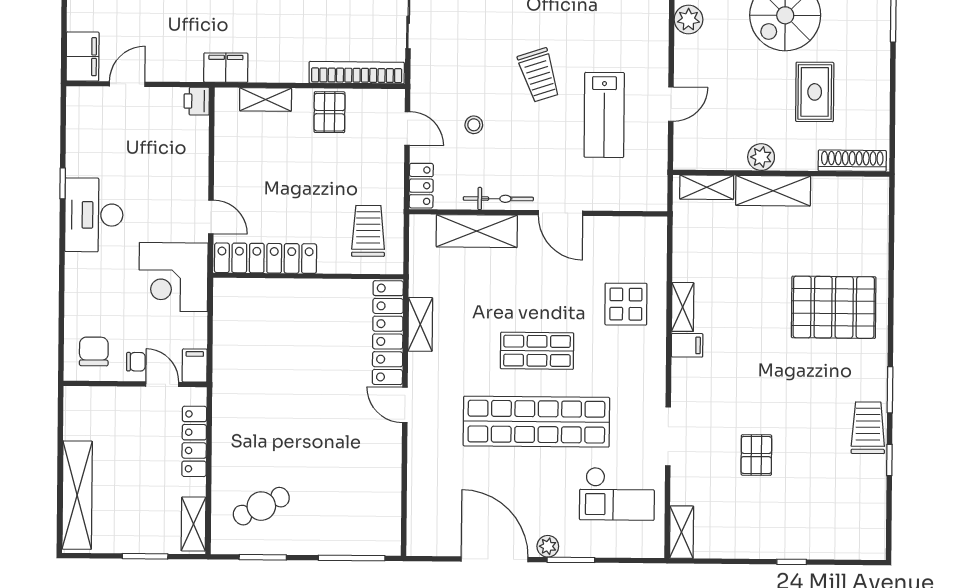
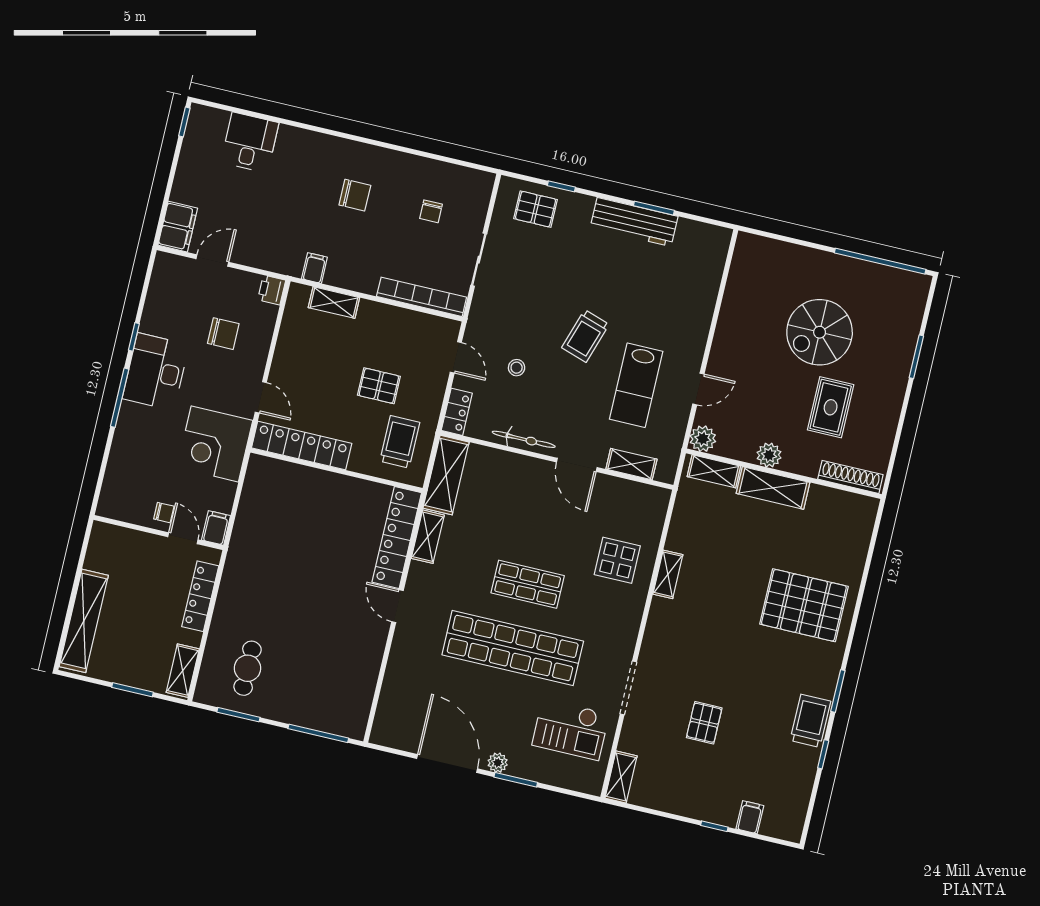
plant: (688, 20) -> (703, 439), moved
filing cabinet: (226, 68) -> (314, 268), width x0.50
trolley: (539, 75) -> (585, 336), turned 36
pallet: (329, 112) -> (379, 386), moved, turned 90
shelving: (618, 199) -> (631, 464), added
shelving: (477, 231) -> (446, 475), moved, turned 90
window: (62, 251) -> (120, 398), added
filing cabinet: (687, 345) -> (750, 817), moved, turned -90
chair: (94, 351) -> (223, 334), moved, turned 90
cafe table: (261, 506) -> (248, 668), turned -64

